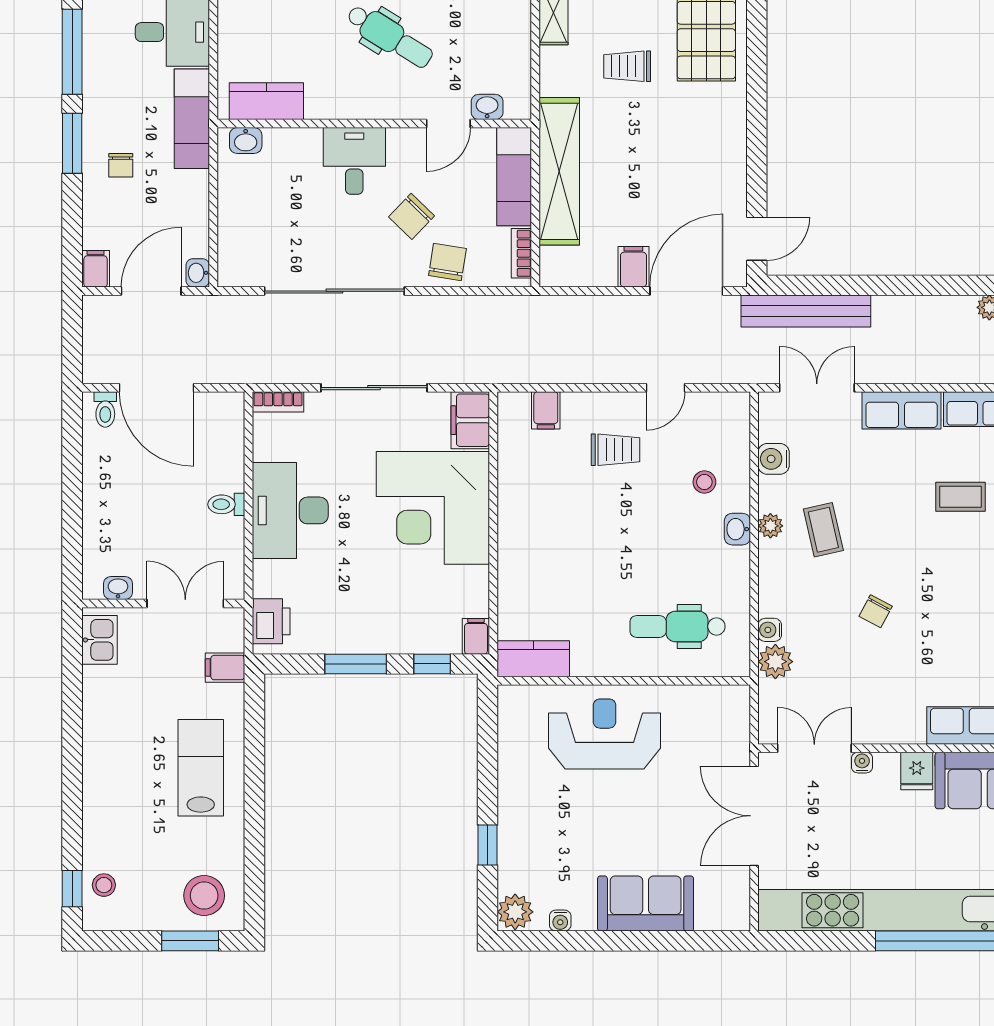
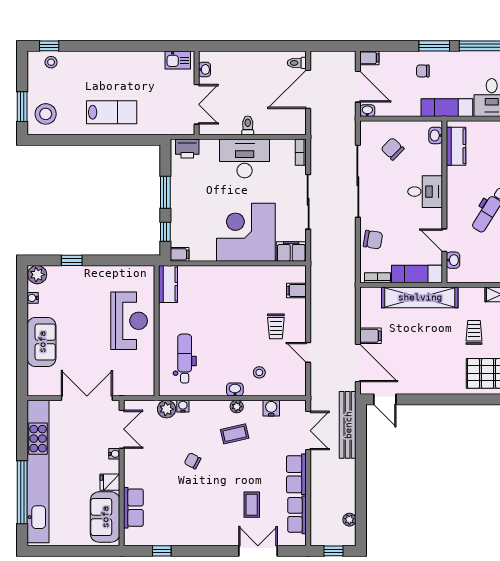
chair: (411, 216) -> (392, 149), moved
filing cabinet: (225, 668) -> (163, 125), removed

